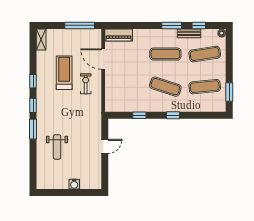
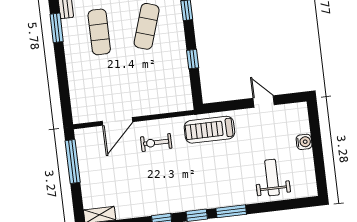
piano: (119, 35) -> (80, 103), removed
treadmill: (64, 73) -> (209, 130), moved
door: (105, 146) -> (264, 102), moved
weight bench: (57, 147) -> (272, 178), moved, turned -90

